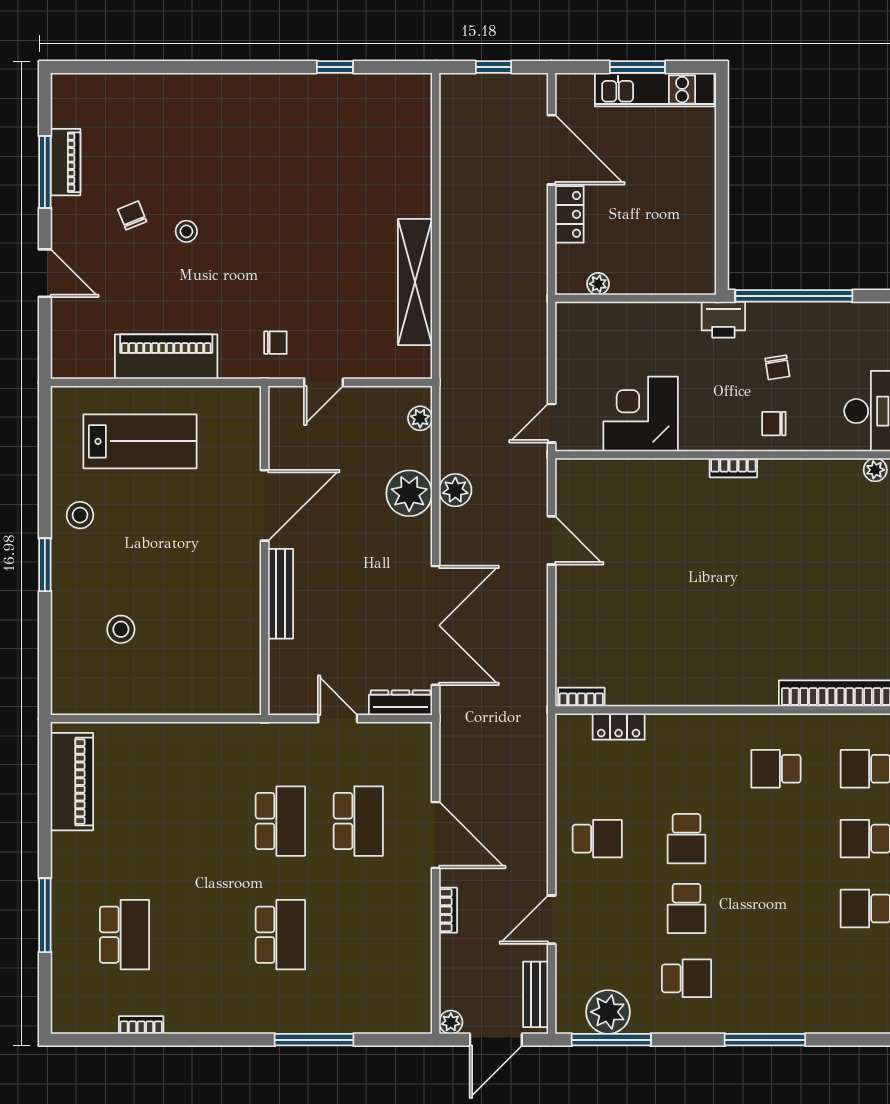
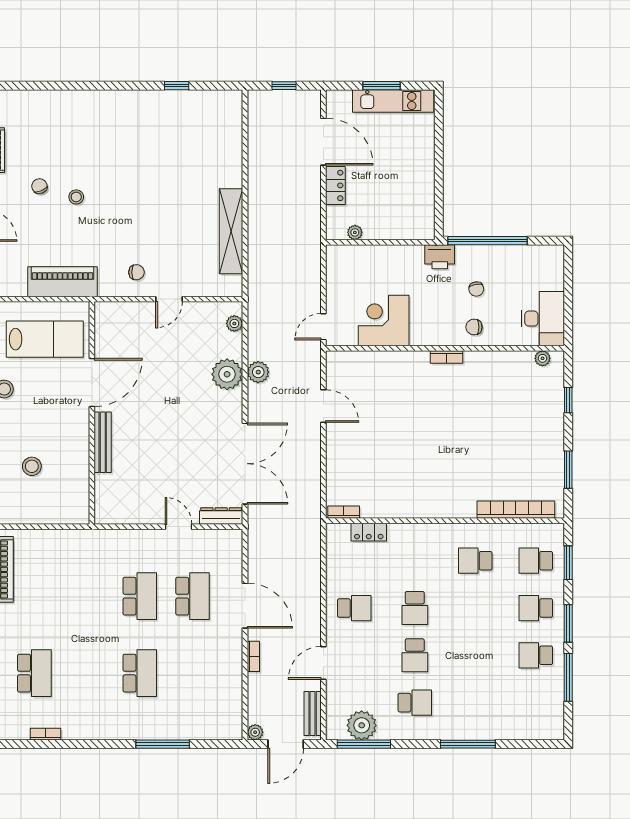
door: (265, 505) -> (92, 382), moved
wall: (265, 550) -> (92, 413), moved
bench: (281, 594) -> (103, 442), moved

